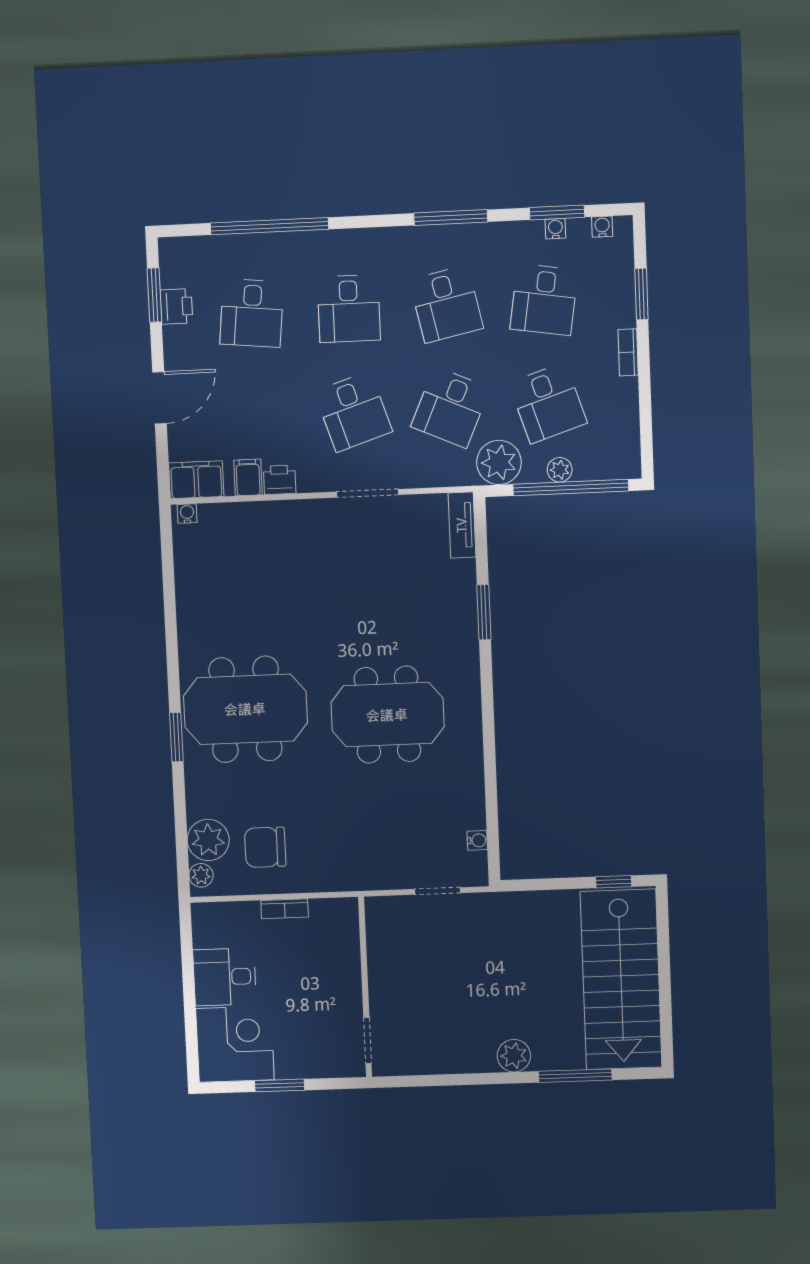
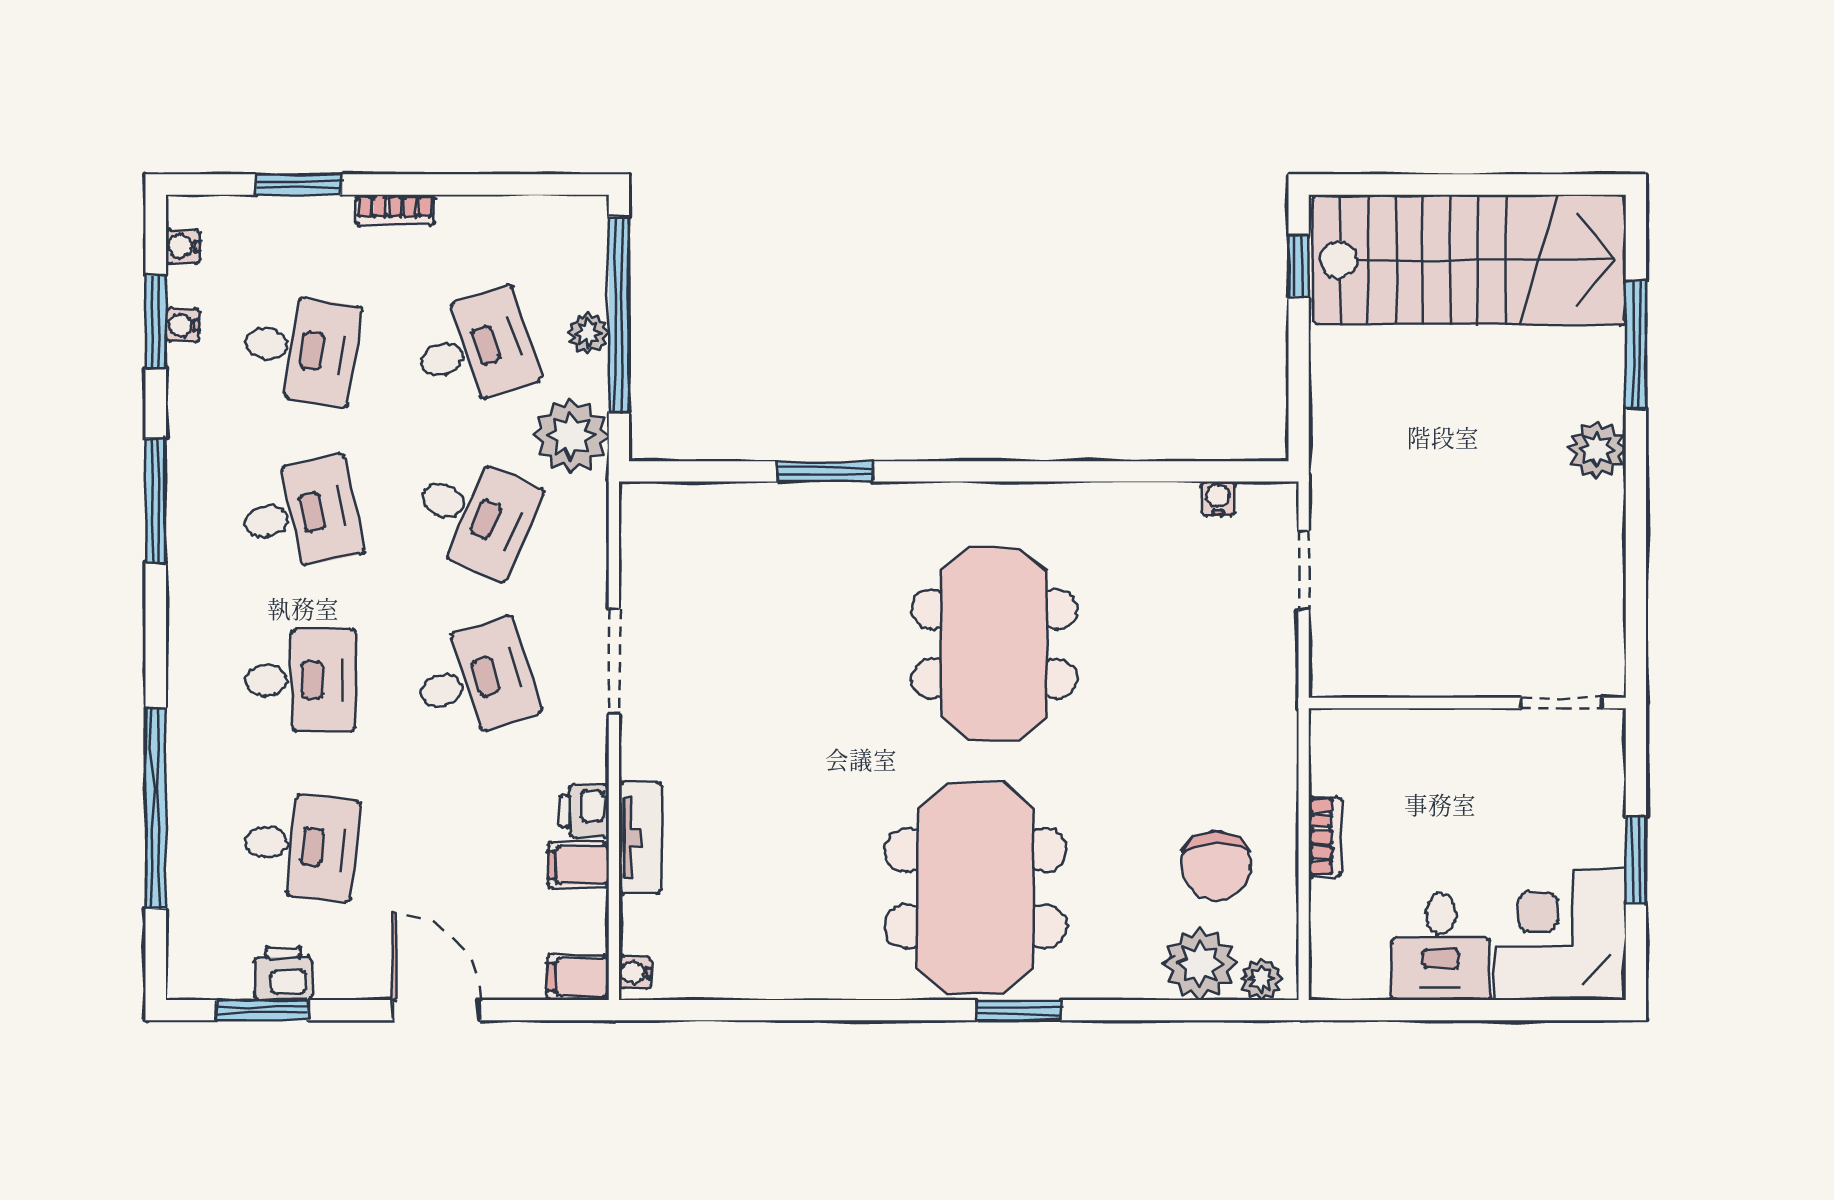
filing cabinet: (196, 480) -> (578, 977), width x0.50
tv unit: (462, 525) -> (640, 838), moved, turned -90

